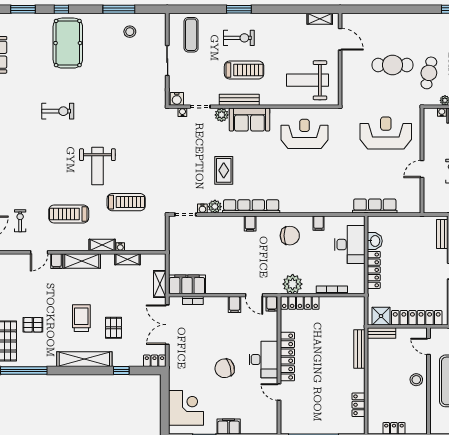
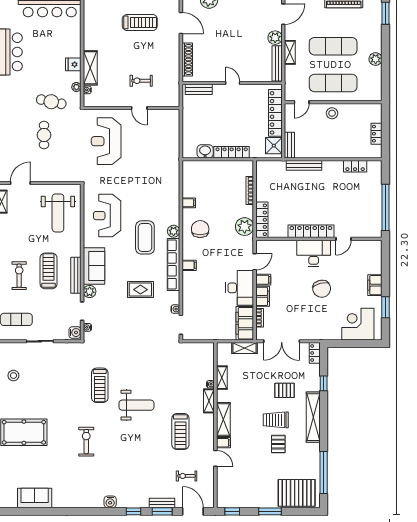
cafe table: (392, 65) -> (44, 135), width x0.73, depth x0.74
coffee table: (281, 175) -> (145, 237), added
treadmill: (126, 202) -> (100, 385), moved, turned 180
row of seats: (375, 206) -> (173, 151), removed
plant: (215, 207) -> (174, 231), moved
desk: (350, 245) -> (240, 288), moved, turned 90
filing cabinet: (272, 304) -> (263, 296), moved, width x2.00
pallet: (33, 325) -> (278, 444), moved

